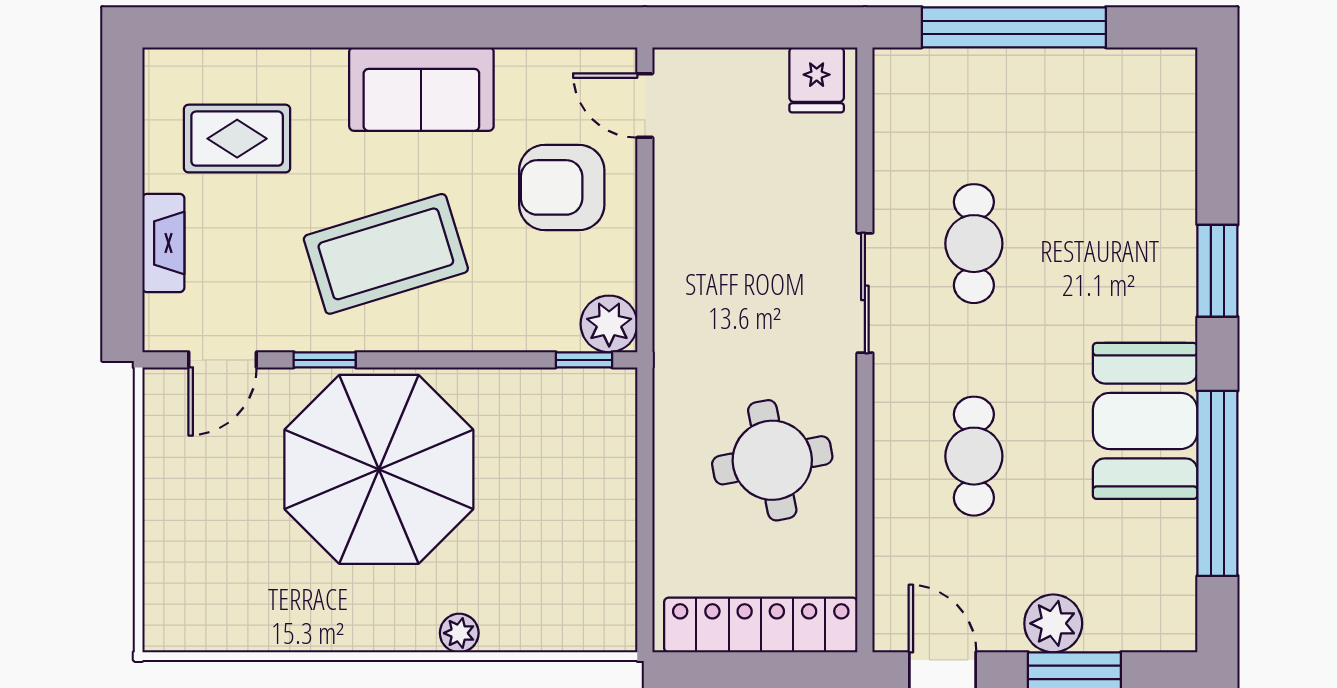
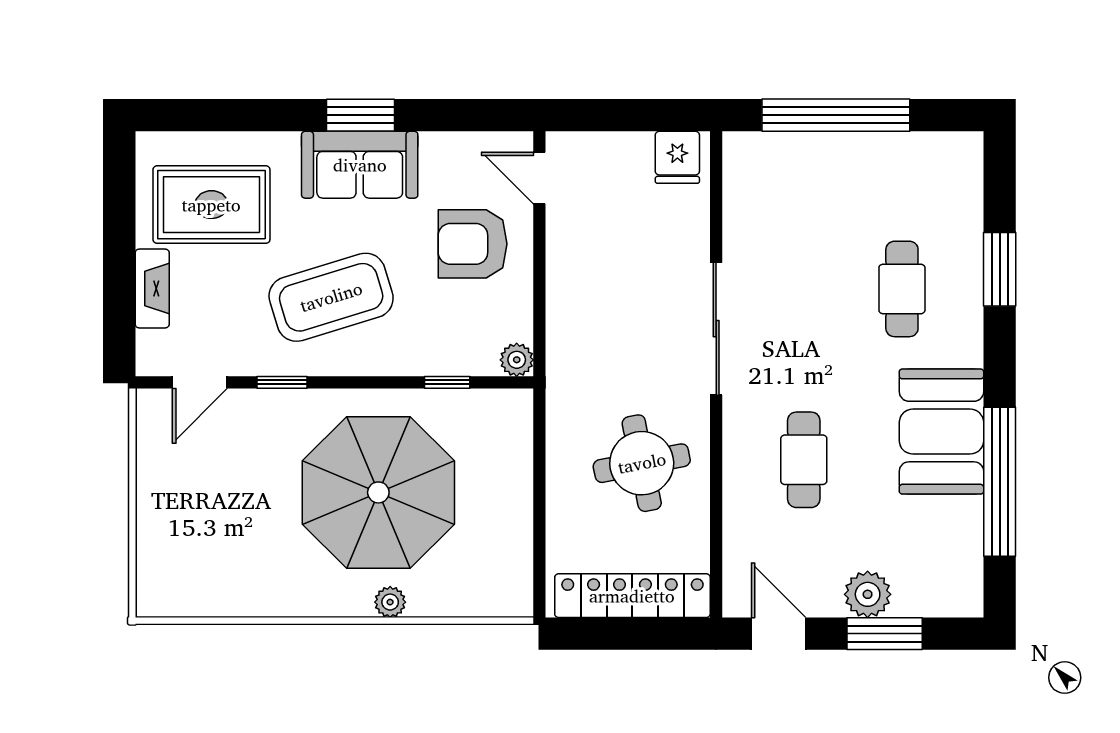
window: (422, 27) -> (361, 115), added
rug: (237, 139) -> (211, 205), width x1.36, depth x1.43
cafe table: (974, 244) -> (902, 289), moved
window: (1217, 271) -> (1000, 269), moved
sliding door: (865, 293) -> (716, 329), width x1.37
plant: (609, 324) -> (517, 360), width x0.73, depth x0.73
window: (584, 360) -> (447, 382), moved
parasol: (379, 469) -> (378, 492), moved

